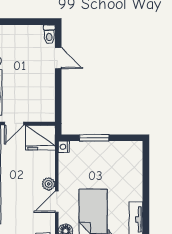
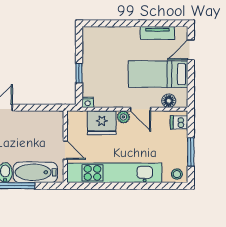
fridge: (40, 138) -> (102, 123), moved, turned 90
window: (94, 138) -> (79, 73), width x0.67

